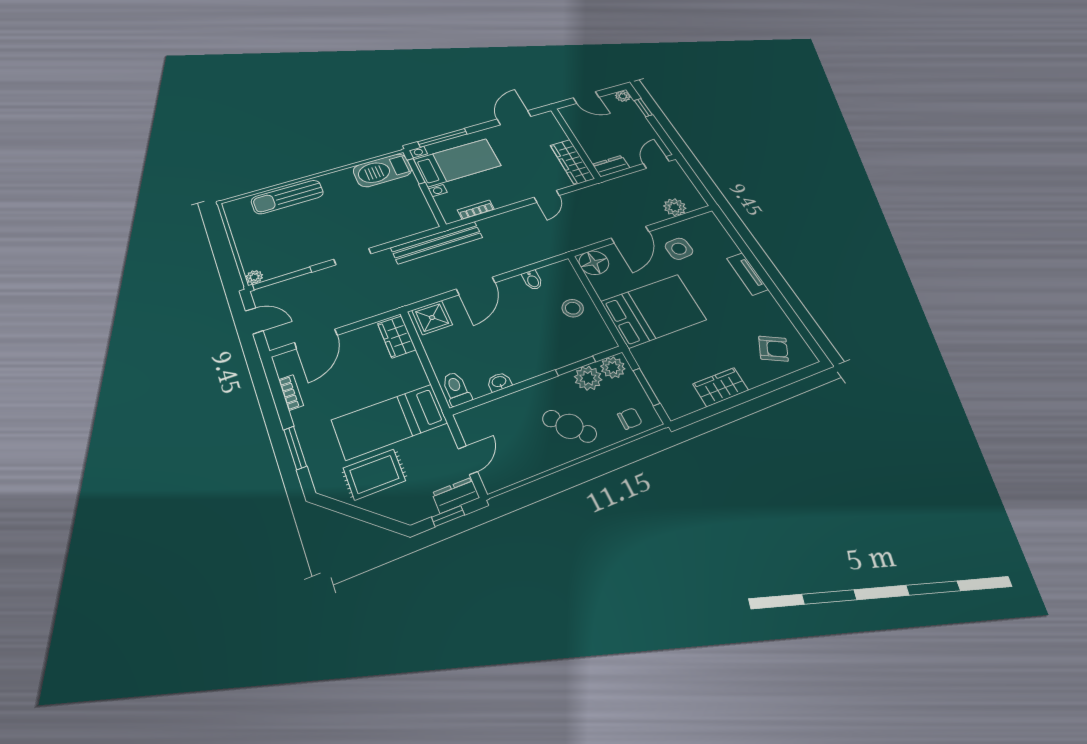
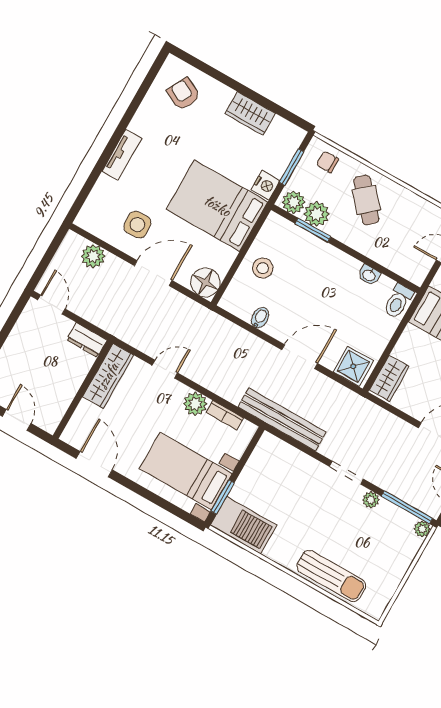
door: (514, 118) -> (94, 464), swing flipped
window: (443, 138) -> (168, 506), removed
door: (656, 162) -> (51, 304), swing flipped
plant: (502, 198) -> (195, 404), added
plant: (315, 258) -> (371, 500), added
nightstand: (645, 356) -> (265, 185), added

